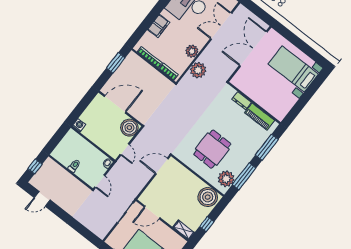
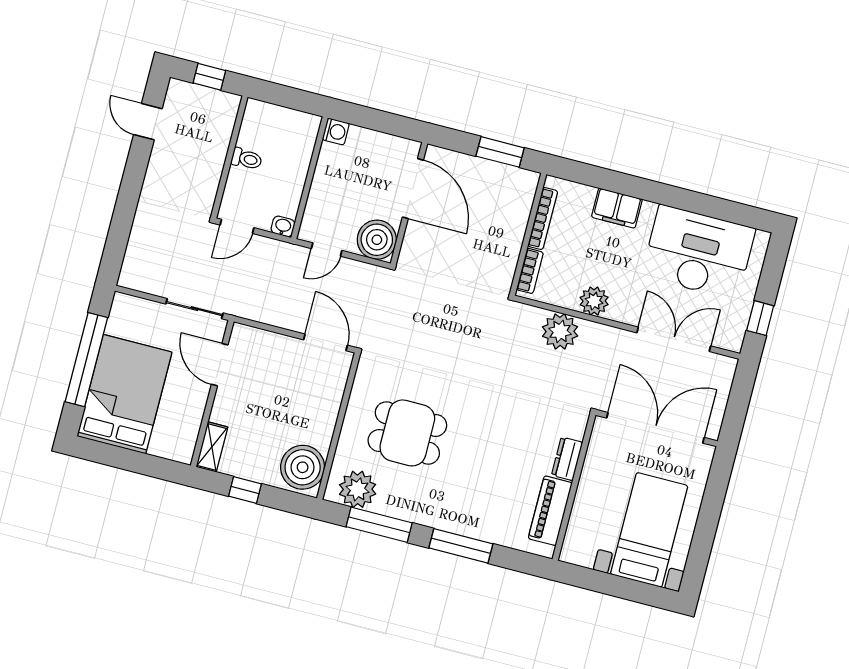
dresser: (242, 101) -> (567, 459), moved
wall: (254, 103) -> (574, 487), moved
piano: (260, 117) -> (550, 511), moved

